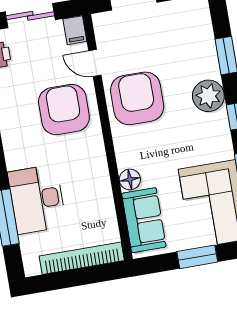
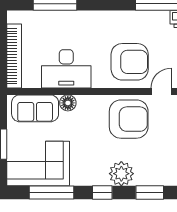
desk: (37, 199) -> (66, 69), moved, turned 180

